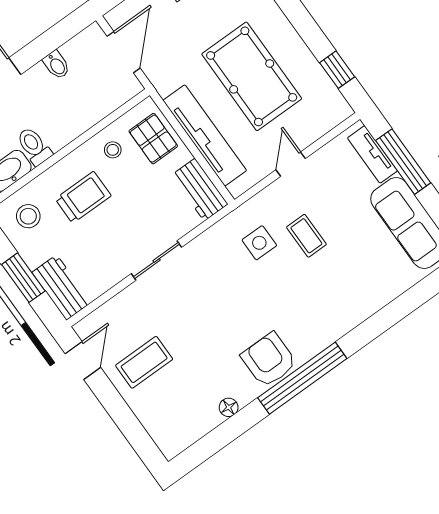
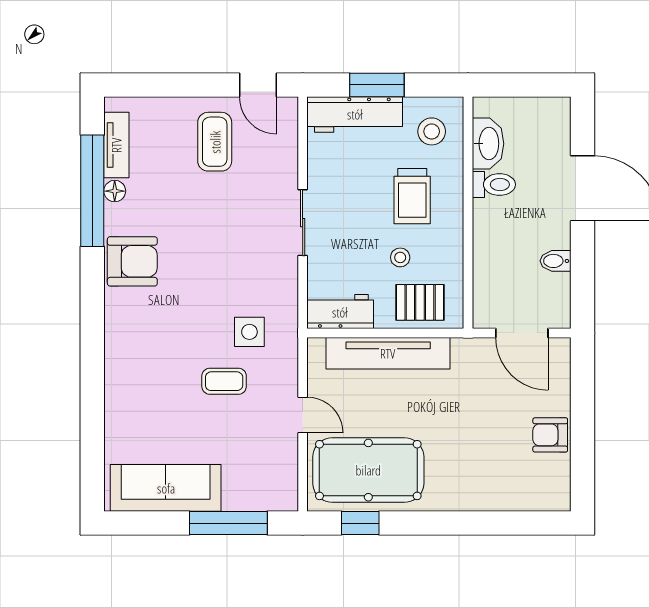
pool table: (252, 76) -> (368, 470), moved
stool: (113, 150) -> (400, 257), moved
tv unit: (372, 154) -> (116, 145), moved, turned 90
workbench: (61, 287) -> (355, 114), width x1.38
window: (302, 378) -> (92, 191), moved

